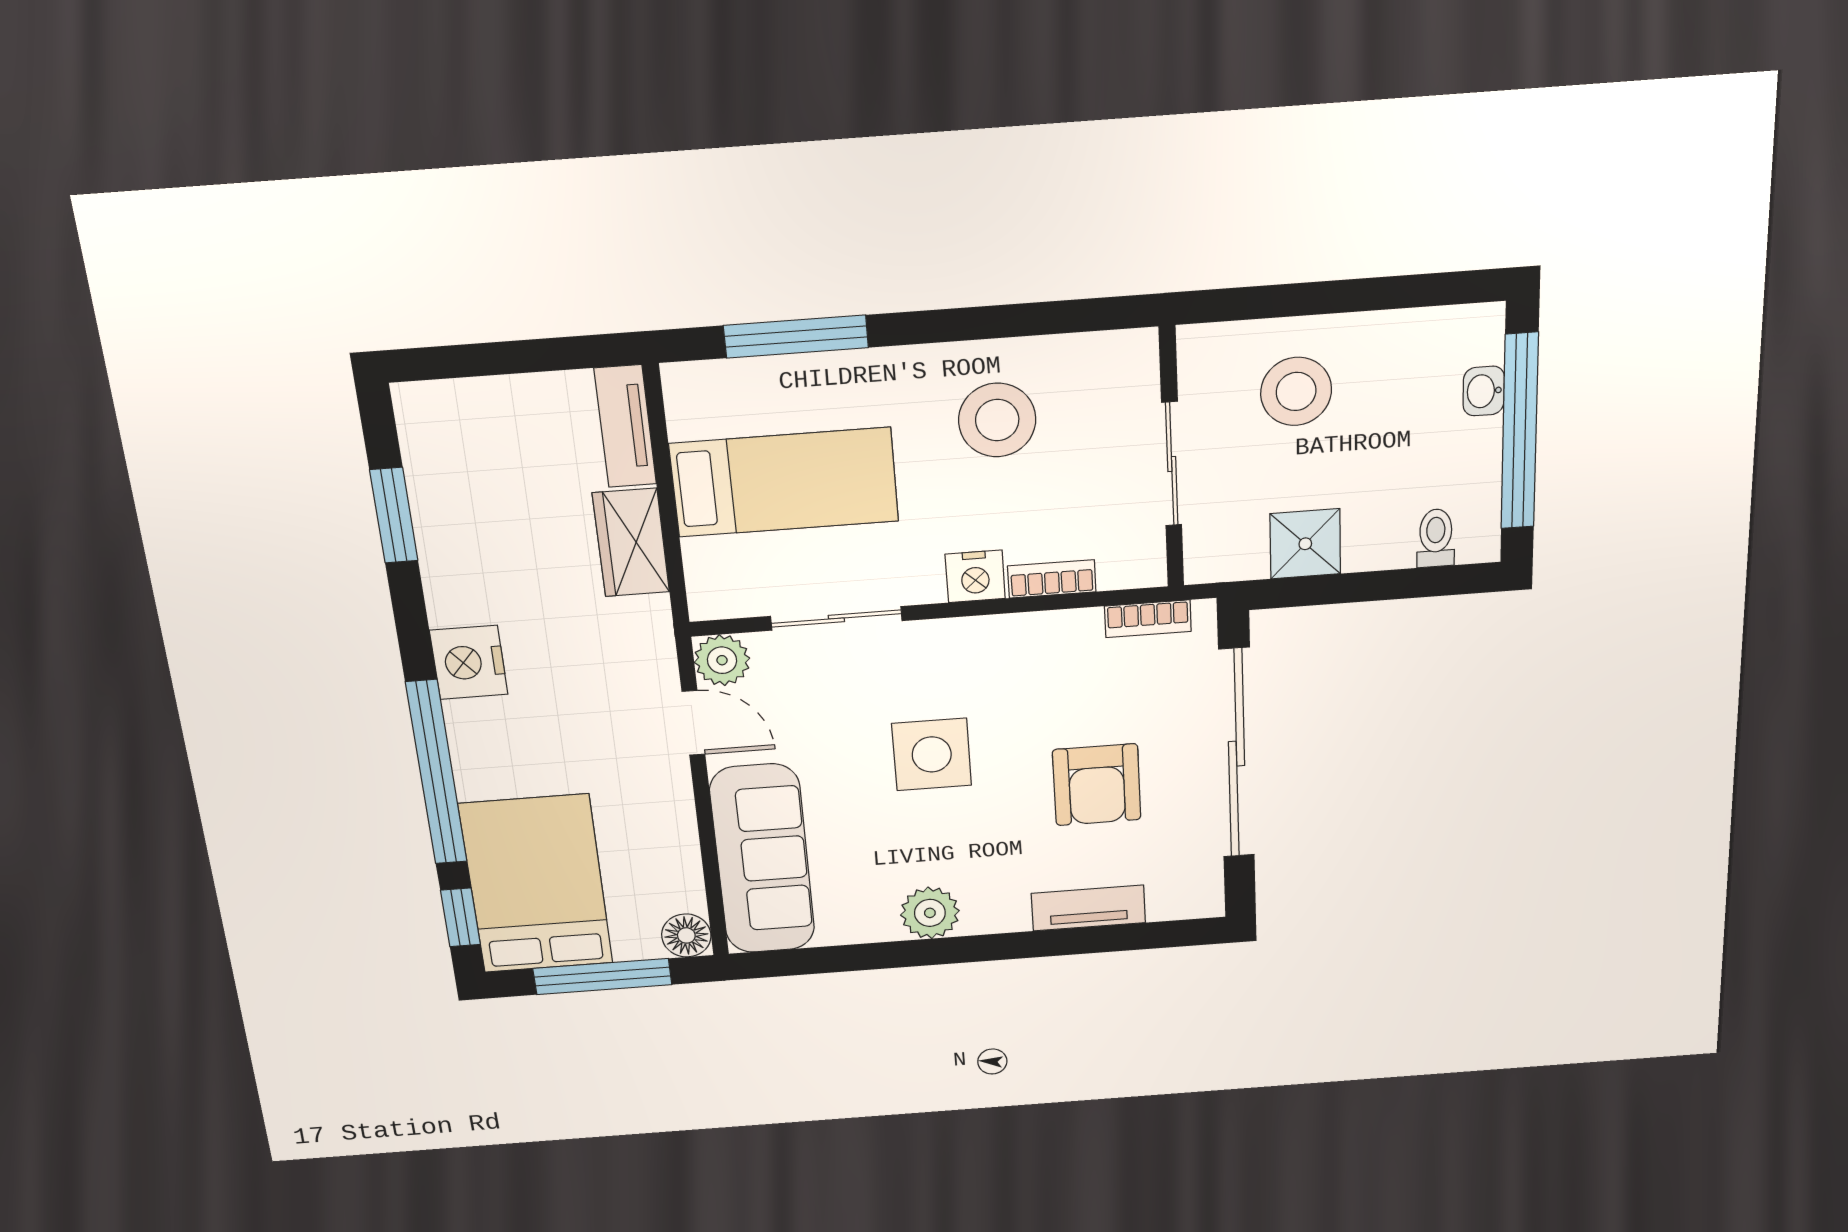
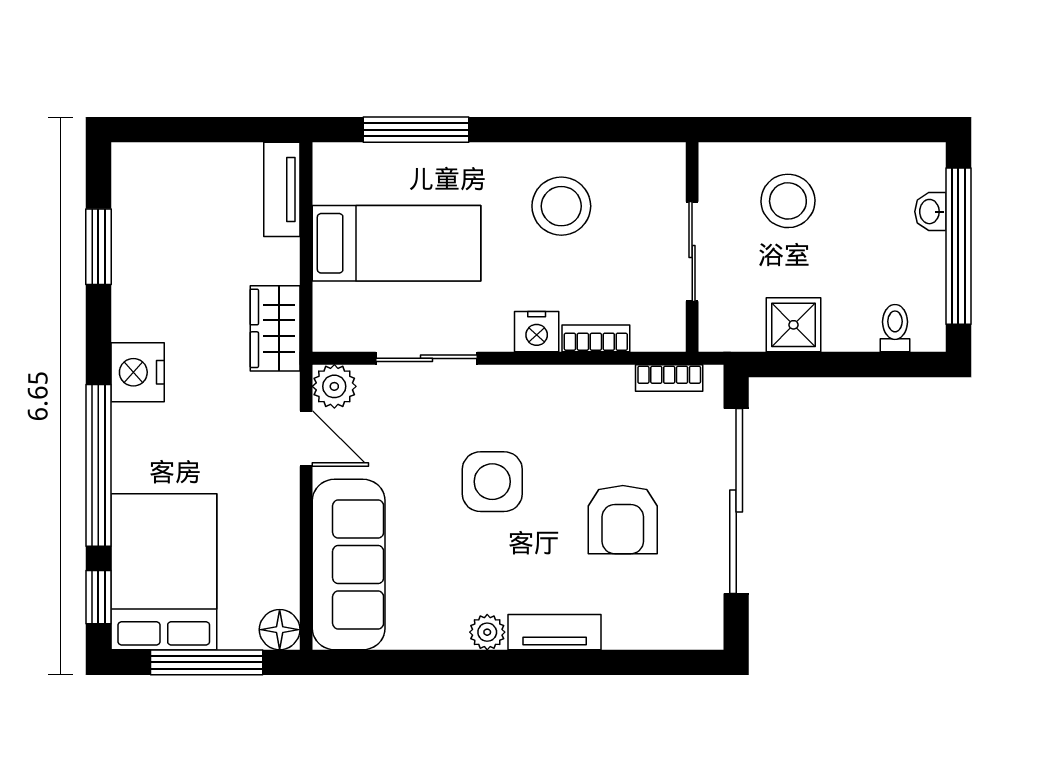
wardrobe: (631, 543) -> (275, 328), moved
tv unit: (1088, 908) -> (555, 632), moved
plant: (930, 913) -> (487, 632), width x0.73, depth x0.73

